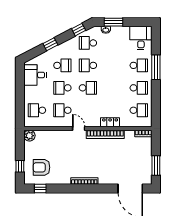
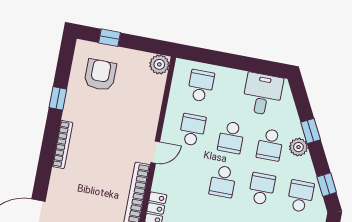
plant: (61, 49) -> (298, 147), added
school desk: (62, 88) -> (231, 137), turned 180
window: (40, 188) -> (58, 98), moved

